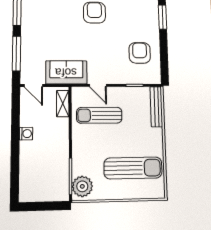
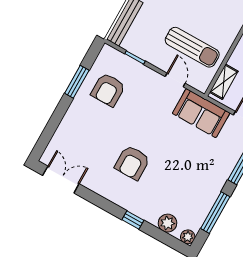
window: (162, 17) -> (77, 82), moved

